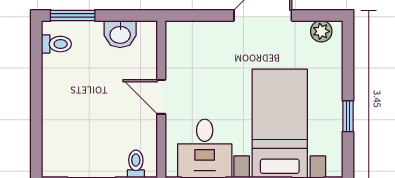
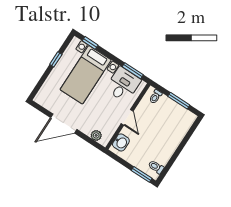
plant: (321, 31) -> (96, 135), moved
washbasin: (120, 34) -> (121, 142), moved, turned 90

